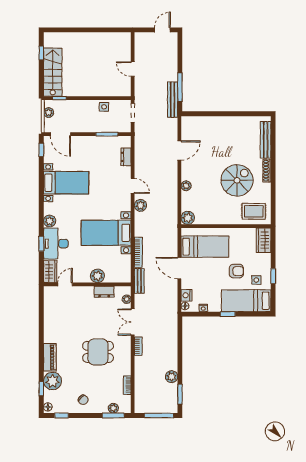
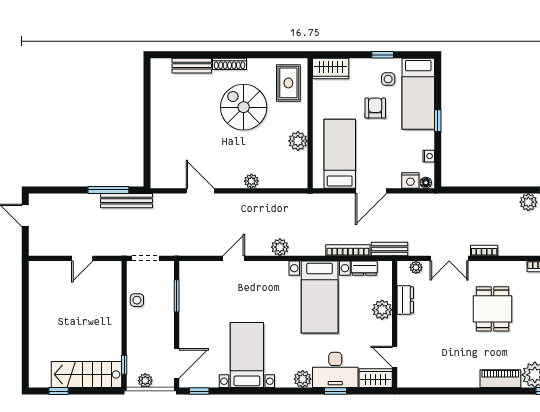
bench: (266, 140) -> (192, 66), width x0.73
dresser: (126, 157) -> (364, 268), moved
door: (133, 186) -> (234, 258), moved
plant: (188, 218) -> (298, 141), moved

